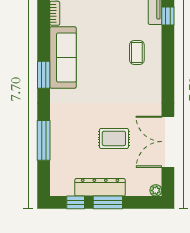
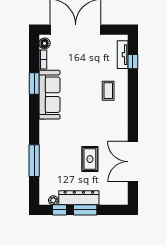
window: (44, 75) -> (34, 83), moved
rug: (114, 138) -> (90, 159), turned 90
plant: (156, 190) -> (53, 200), moved

